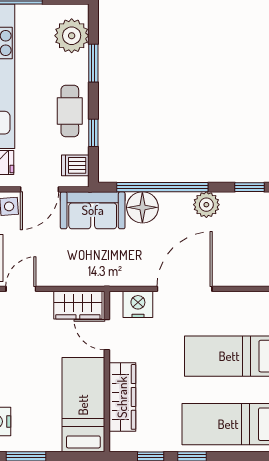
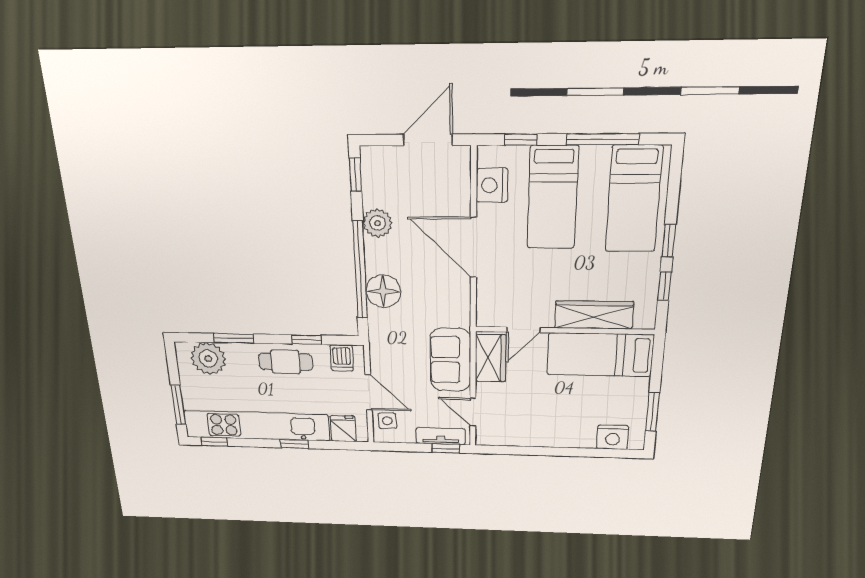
sofa: (93, 210) -> (451, 360), moved, turned 180
nightstand: (138, 304) -> (492, 185), moved

